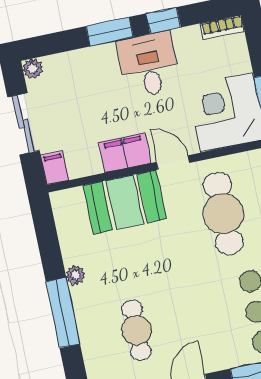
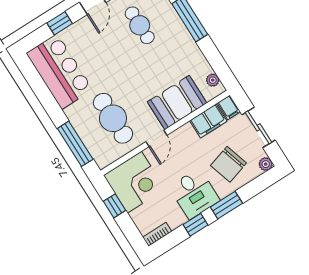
chair: (85, 88) -> (228, 164), added
filing cabinet: (125, 153) -> (208, 121), moved
door: (173, 162) -> (156, 138), hinge flipped
plant: (75, 275) -> (213, 80), moved

